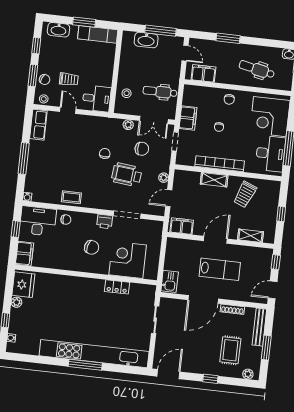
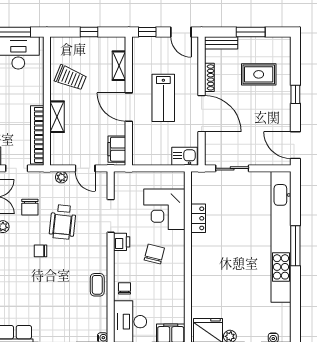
chair: (142, 149) -> (30, 207), turned 180
bookcase: (220, 164) -> (37, 135), moved
lab bench: (220, 269) -> (163, 98), turned 180
bench: (259, 327) -> (221, 43), width x0.73
plant: (248, 374) -> (285, 50), removed

